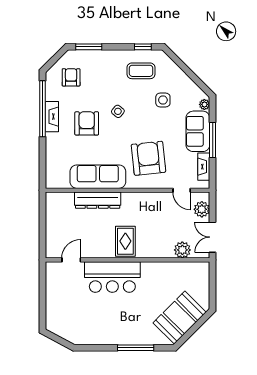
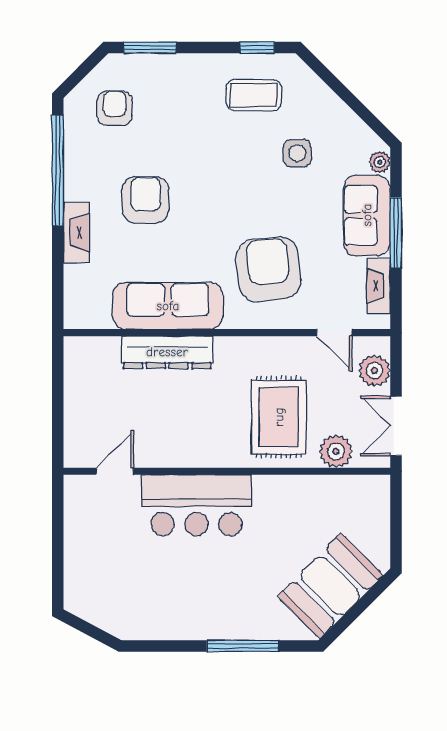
side table: (118, 111) -> (208, 176), removed
fireplace: (52, 117) -> (76, 233), moved
rug: (125, 241) -> (279, 417), moved, width x1.36, depth x1.43

